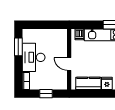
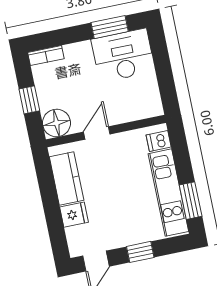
desk: (34, 57) -> (123, 55), moved
floor lamp: (60, 83) -> (57, 123), added

